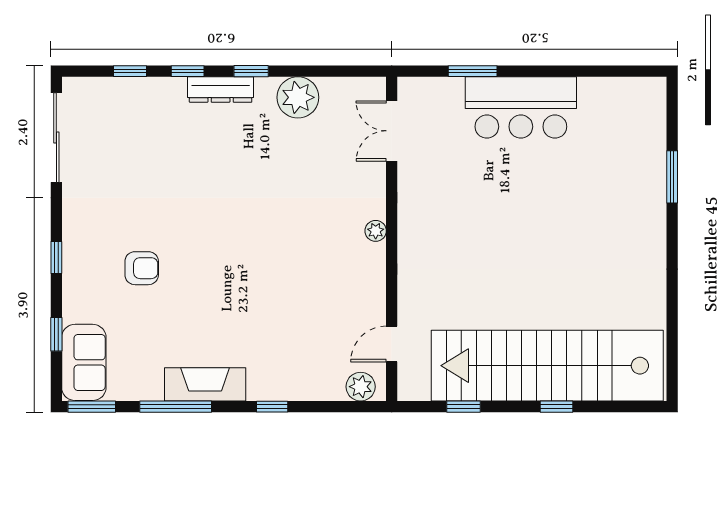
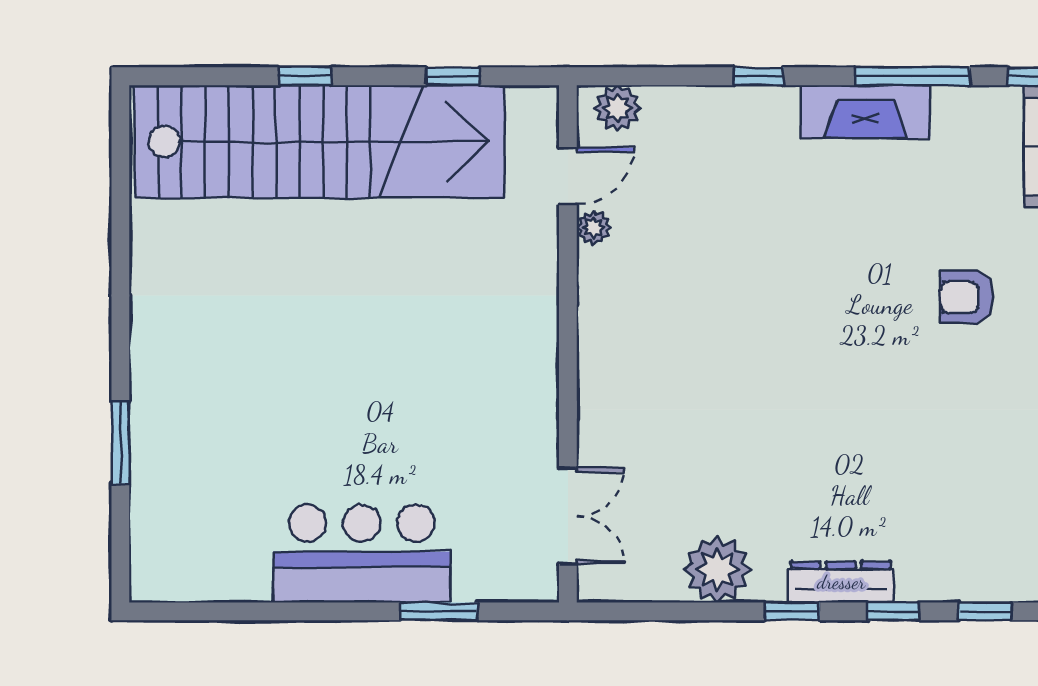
plant: (376, 231) -> (593, 227), moved

